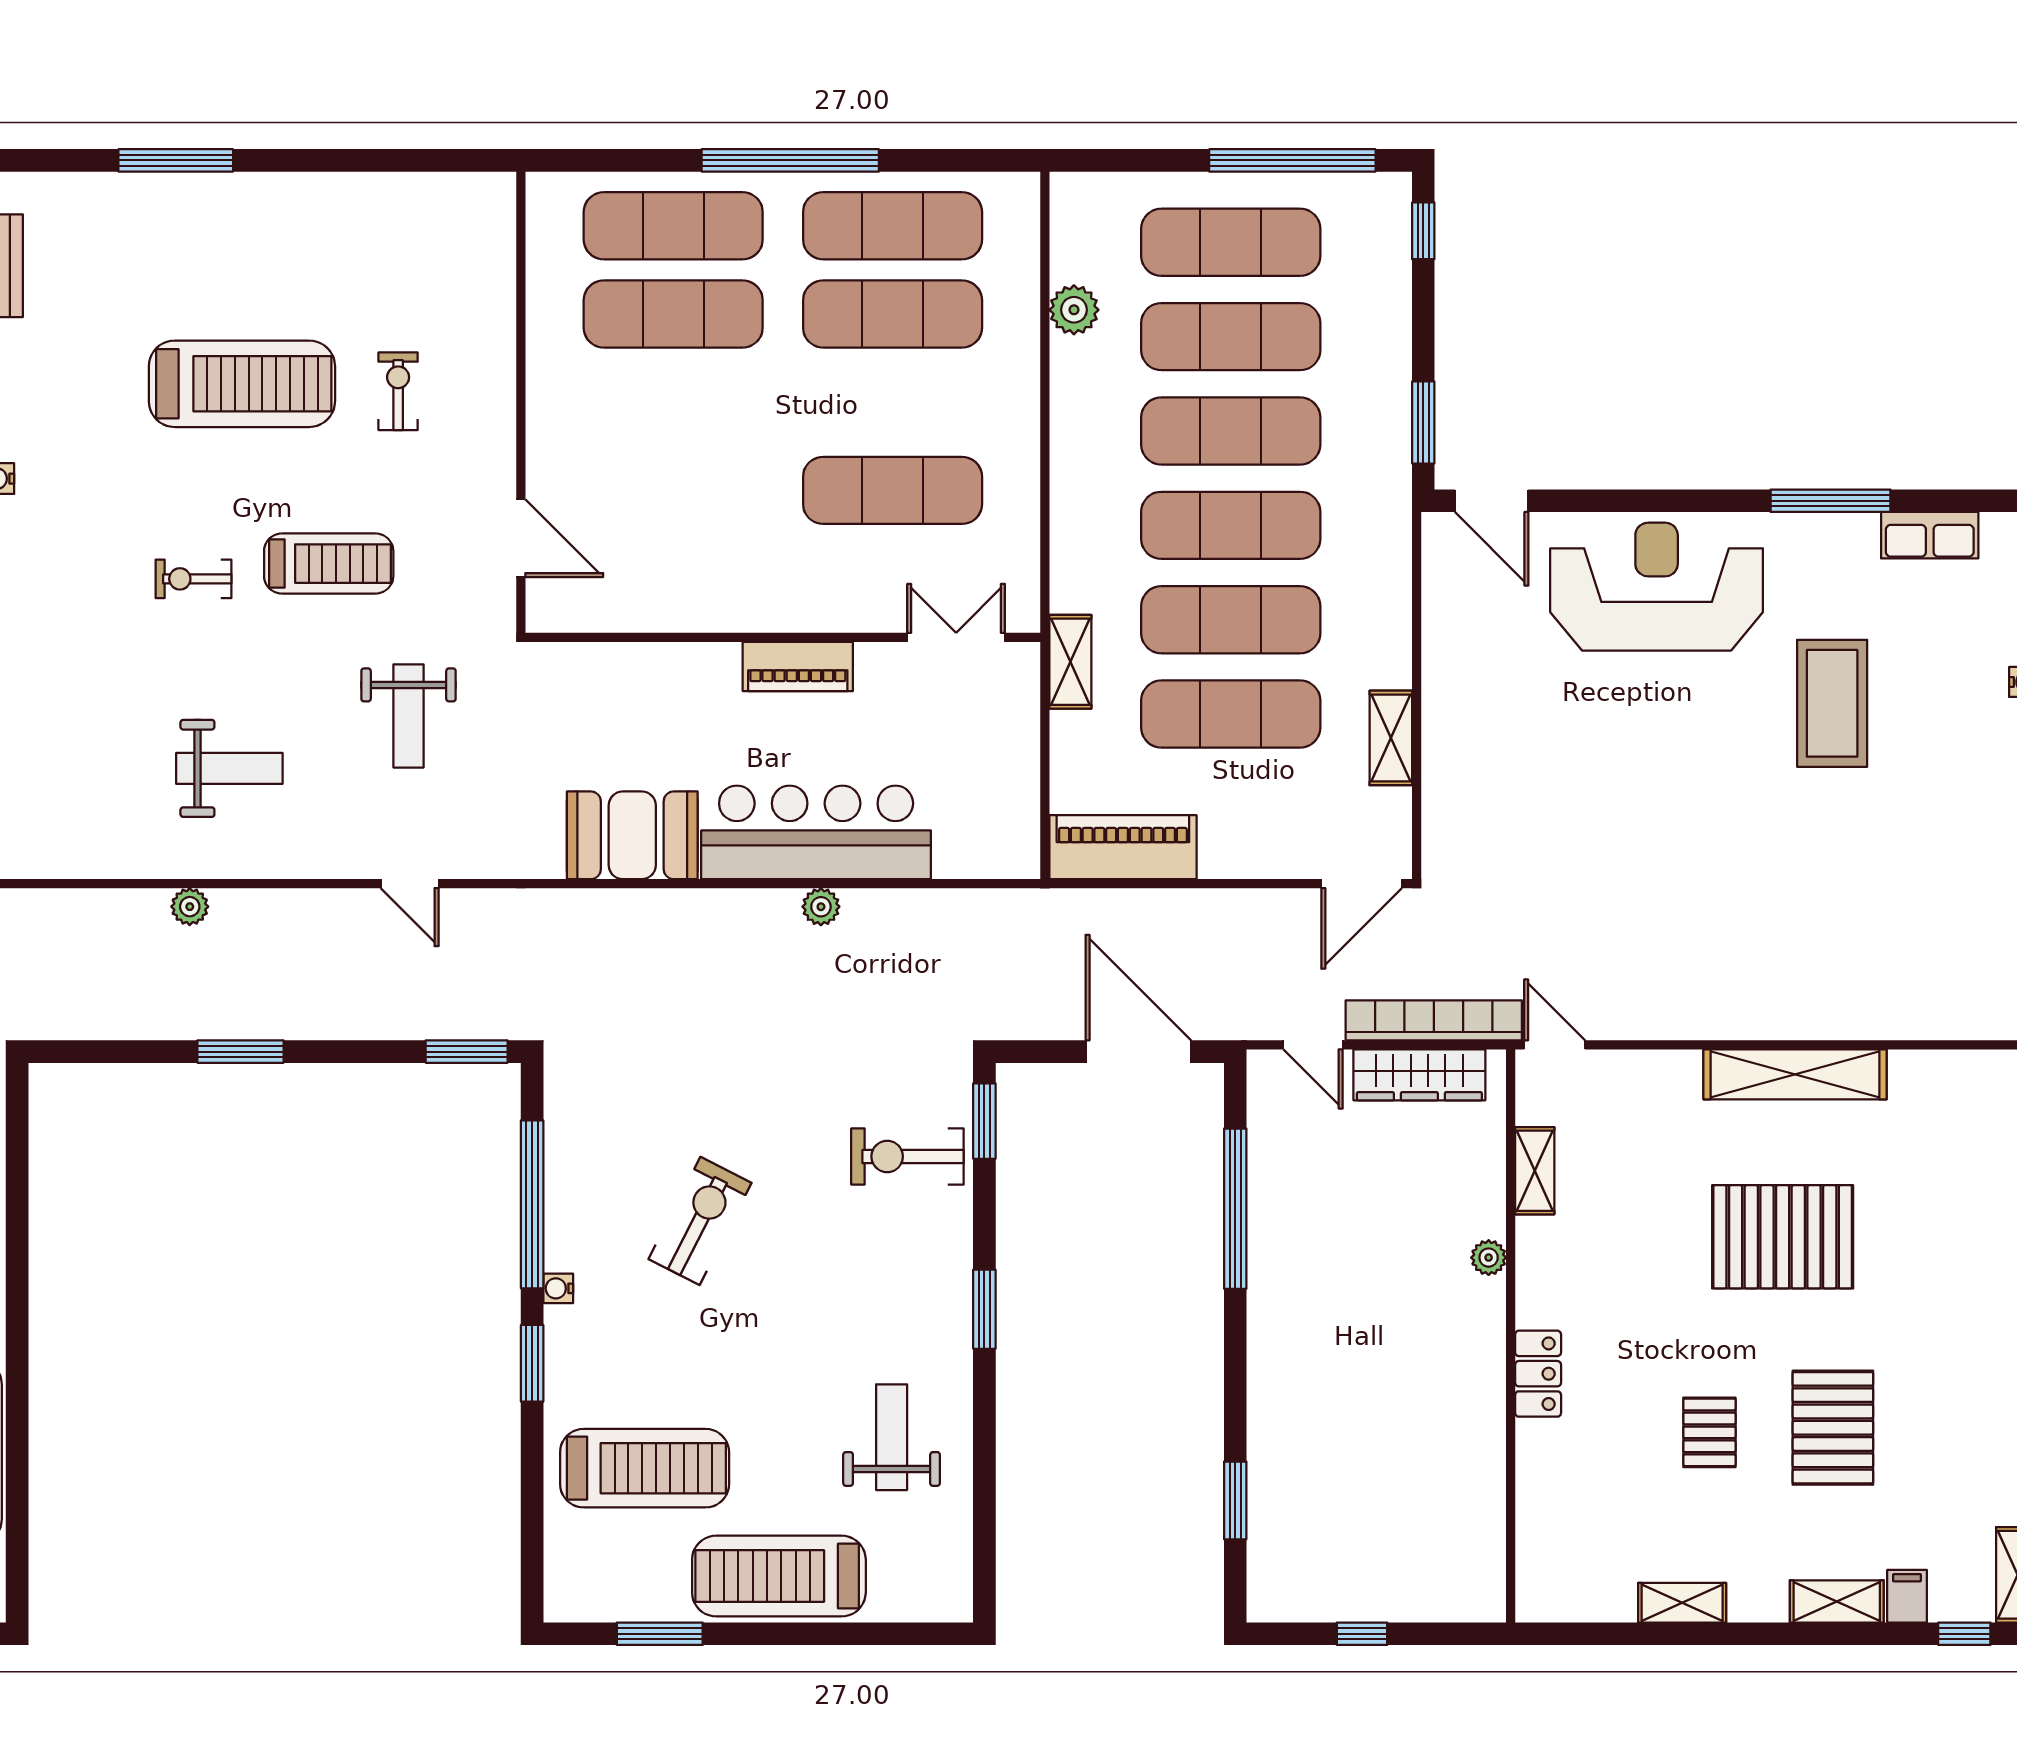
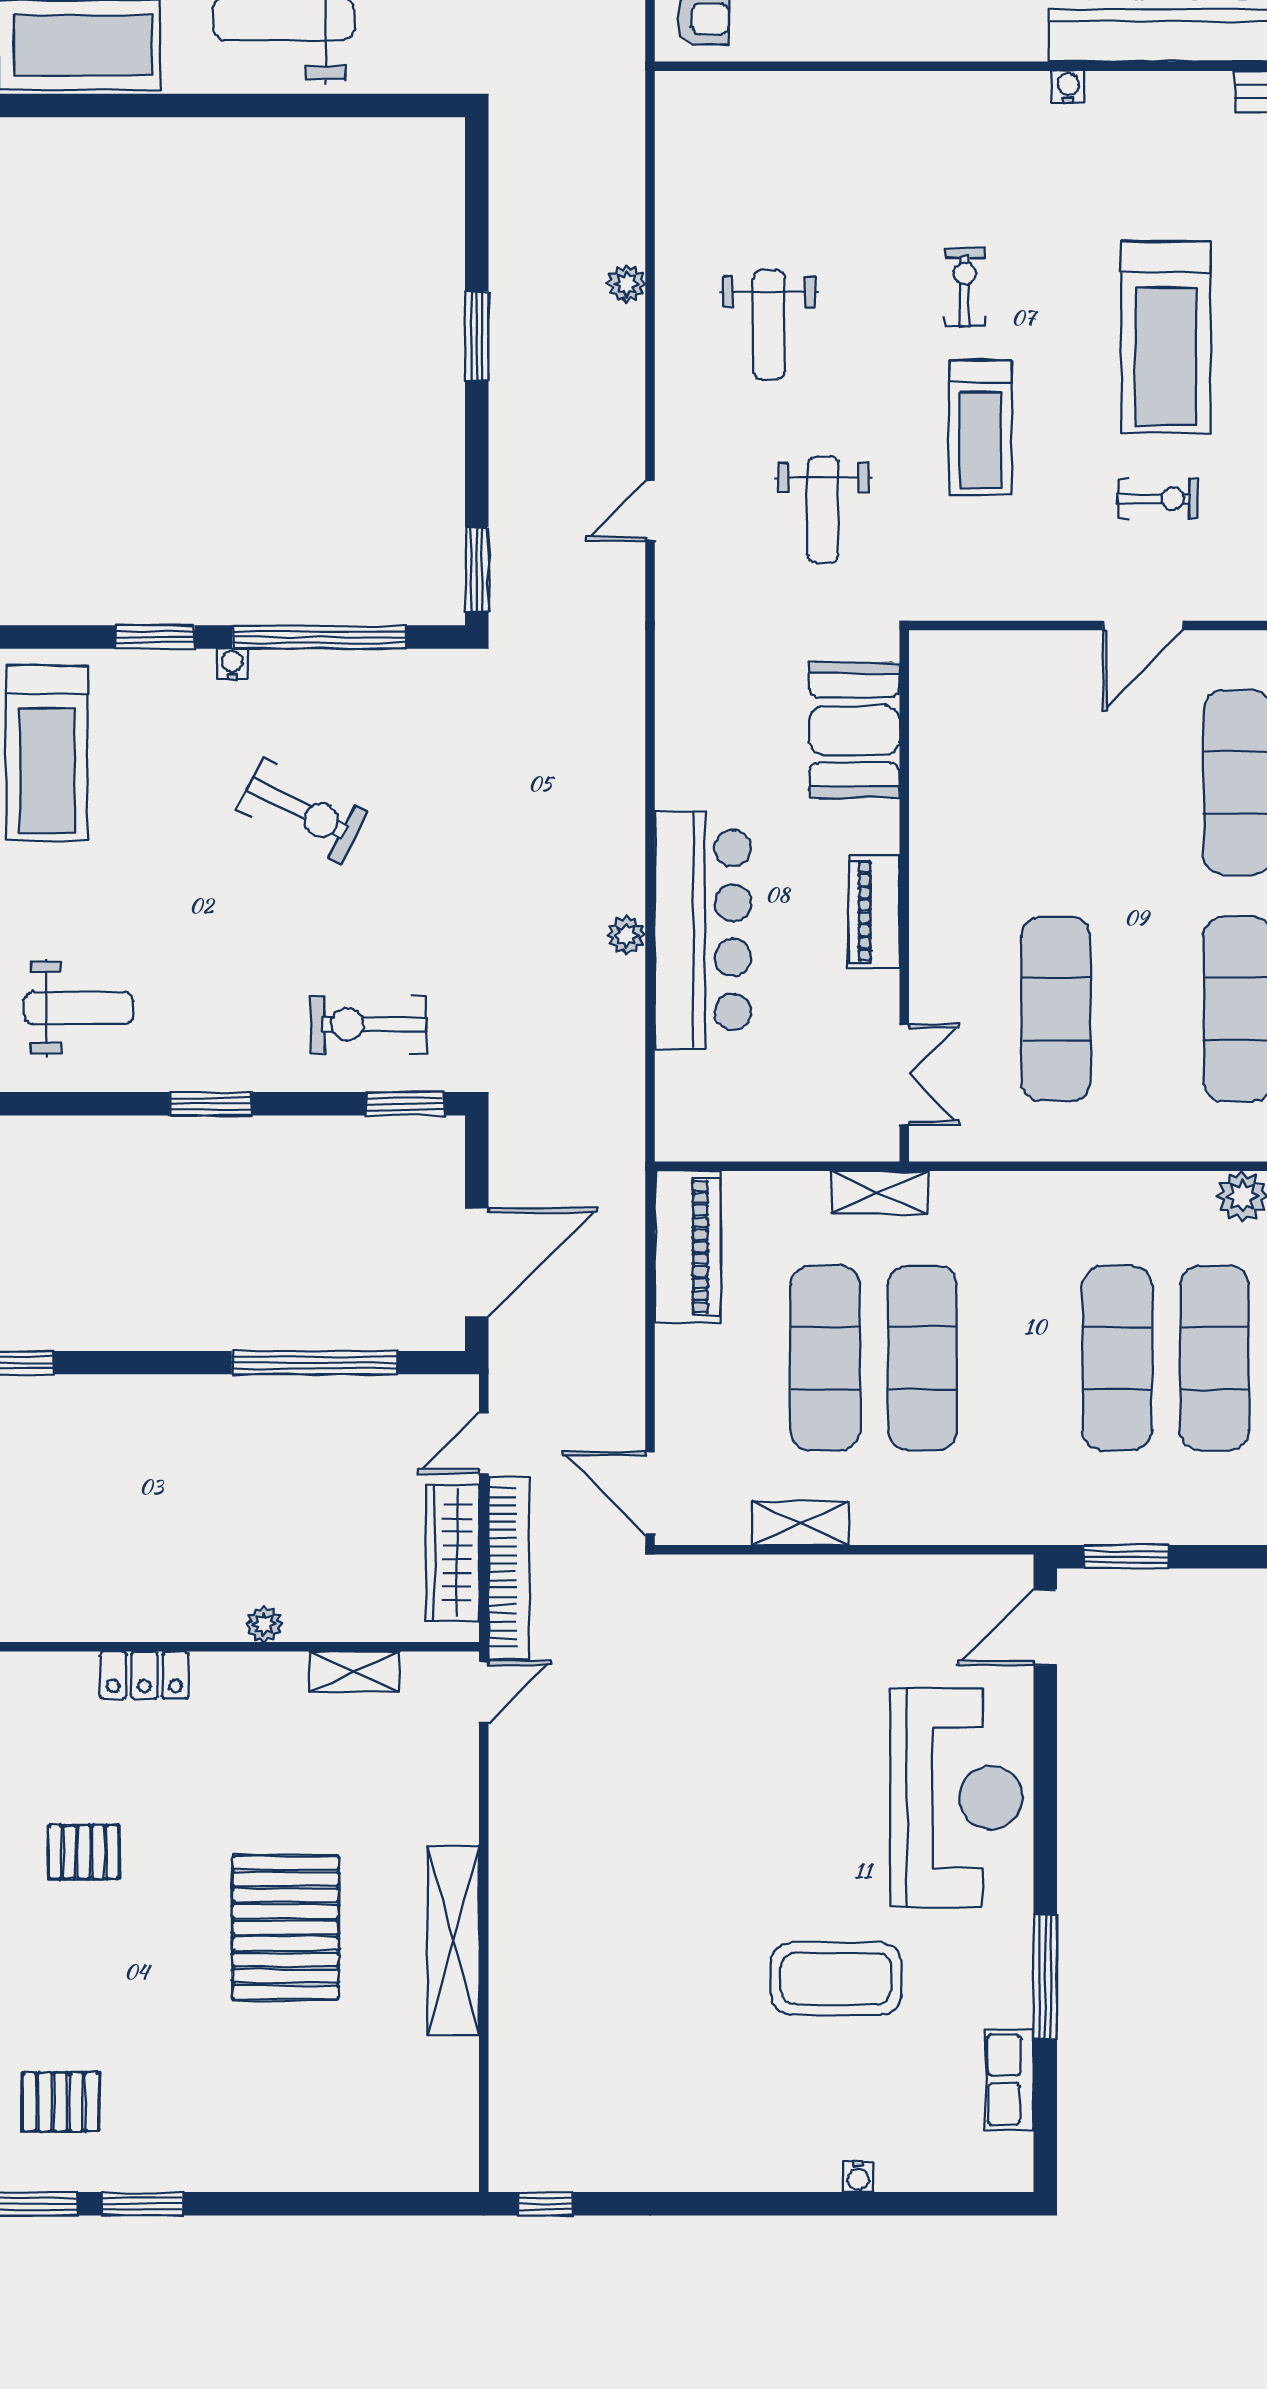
exercise mat: (1231, 525) -> (1020, 1358), removed
door: (521, 538) -> (1143, 625), moved
weight bench: (408, 716) -> (823, 509), turned -90
booth: (632, 835) -> (854, 730), moved
exercise bike: (907, 1156) -> (368, 1024), turned -90
pallet: (1833, 1428) -> (61, 2102), moved, width x0.67, depth x0.71

